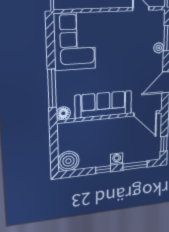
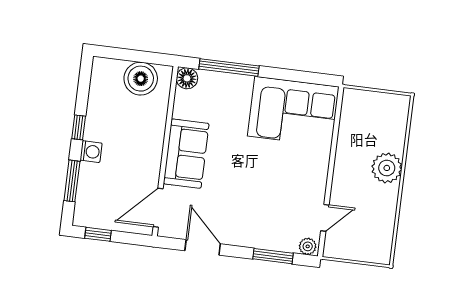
plant: (159, 48) -> (308, 246), moved
sofa: (103, 104) -> (186, 154), width x0.73
boiler: (68, 161) -> (141, 79), moved

